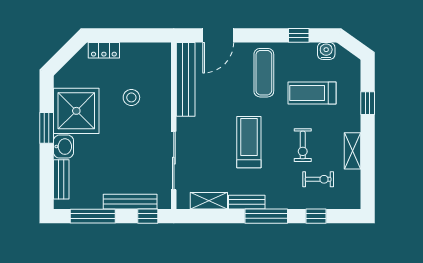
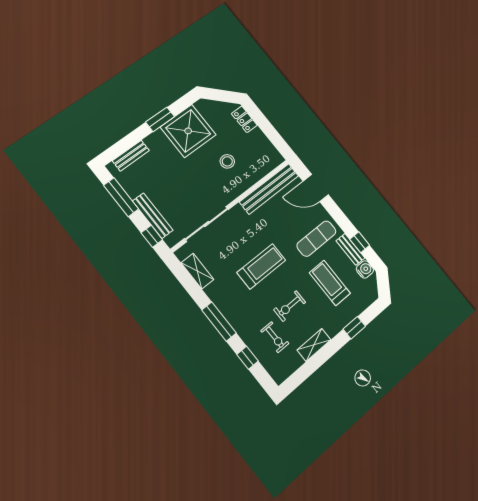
washbasin: (63, 147) -> (156, 140), removed
bench: (247, 202) -> (350, 249), moved

